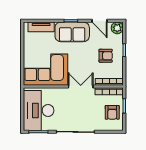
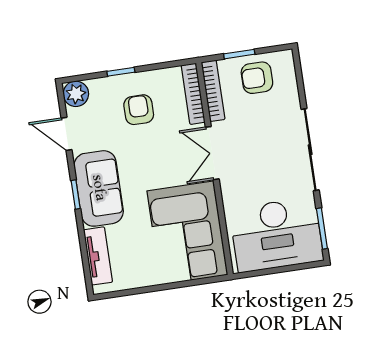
door: (99, 21) -> (66, 134), swing flipped
armchair: (112, 112) -> (257, 78), turned 180

